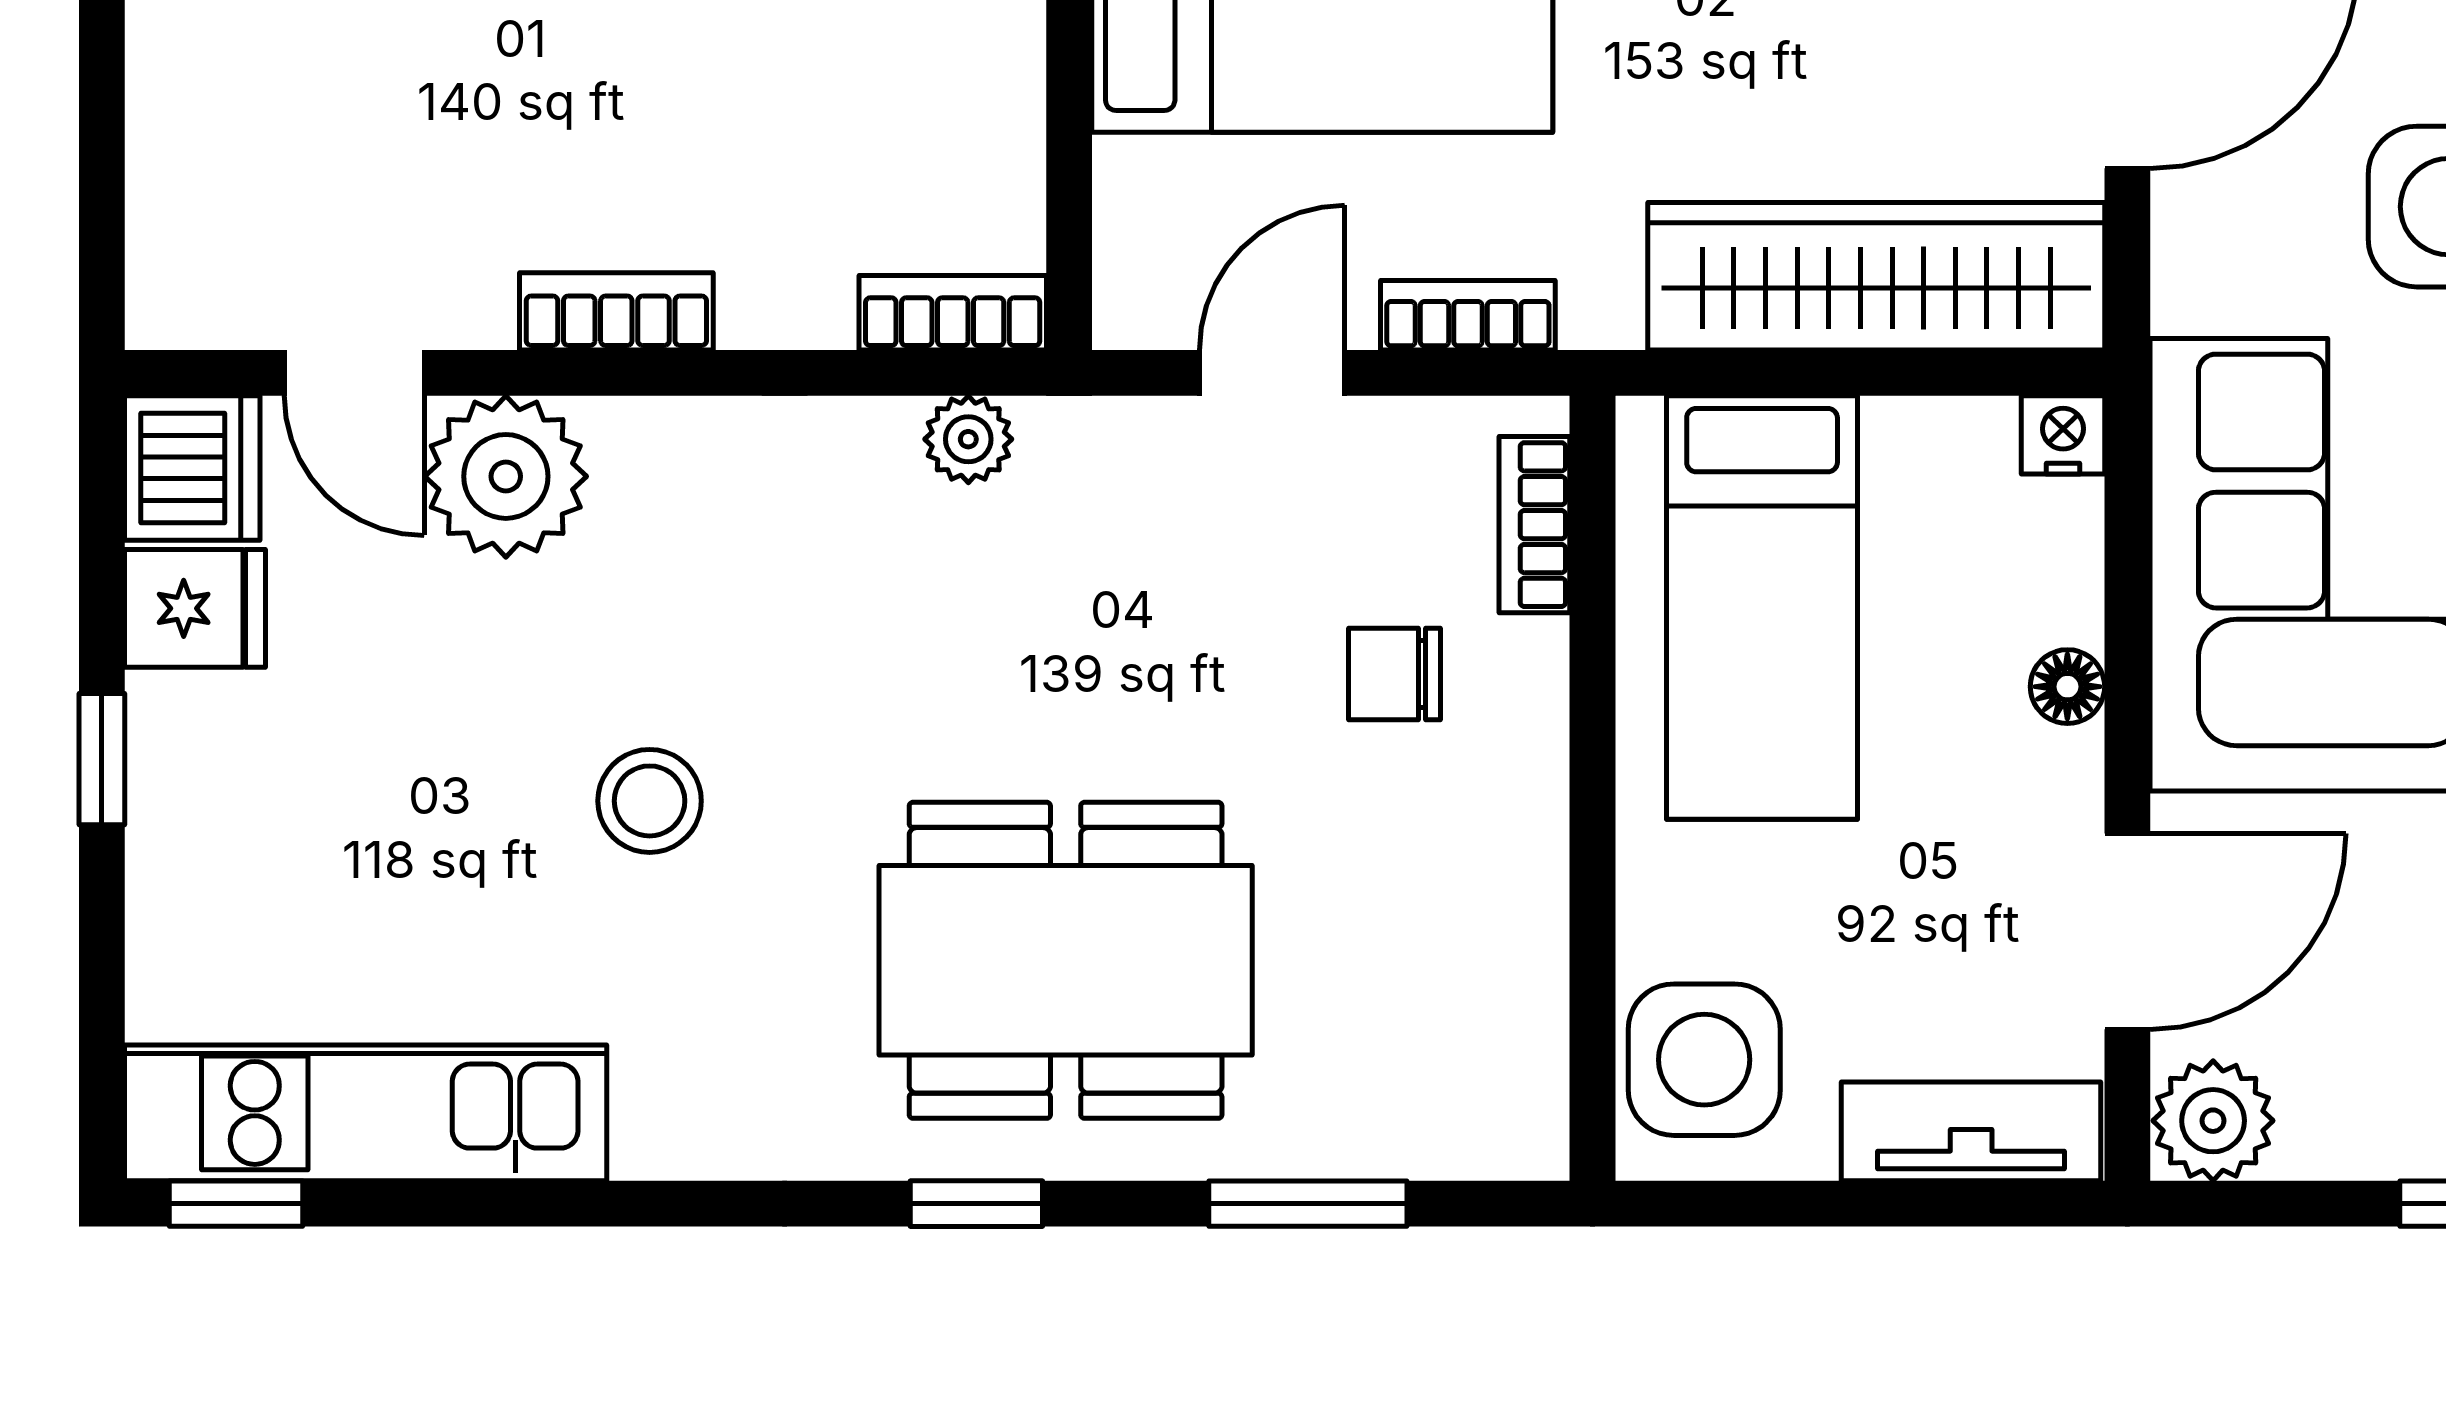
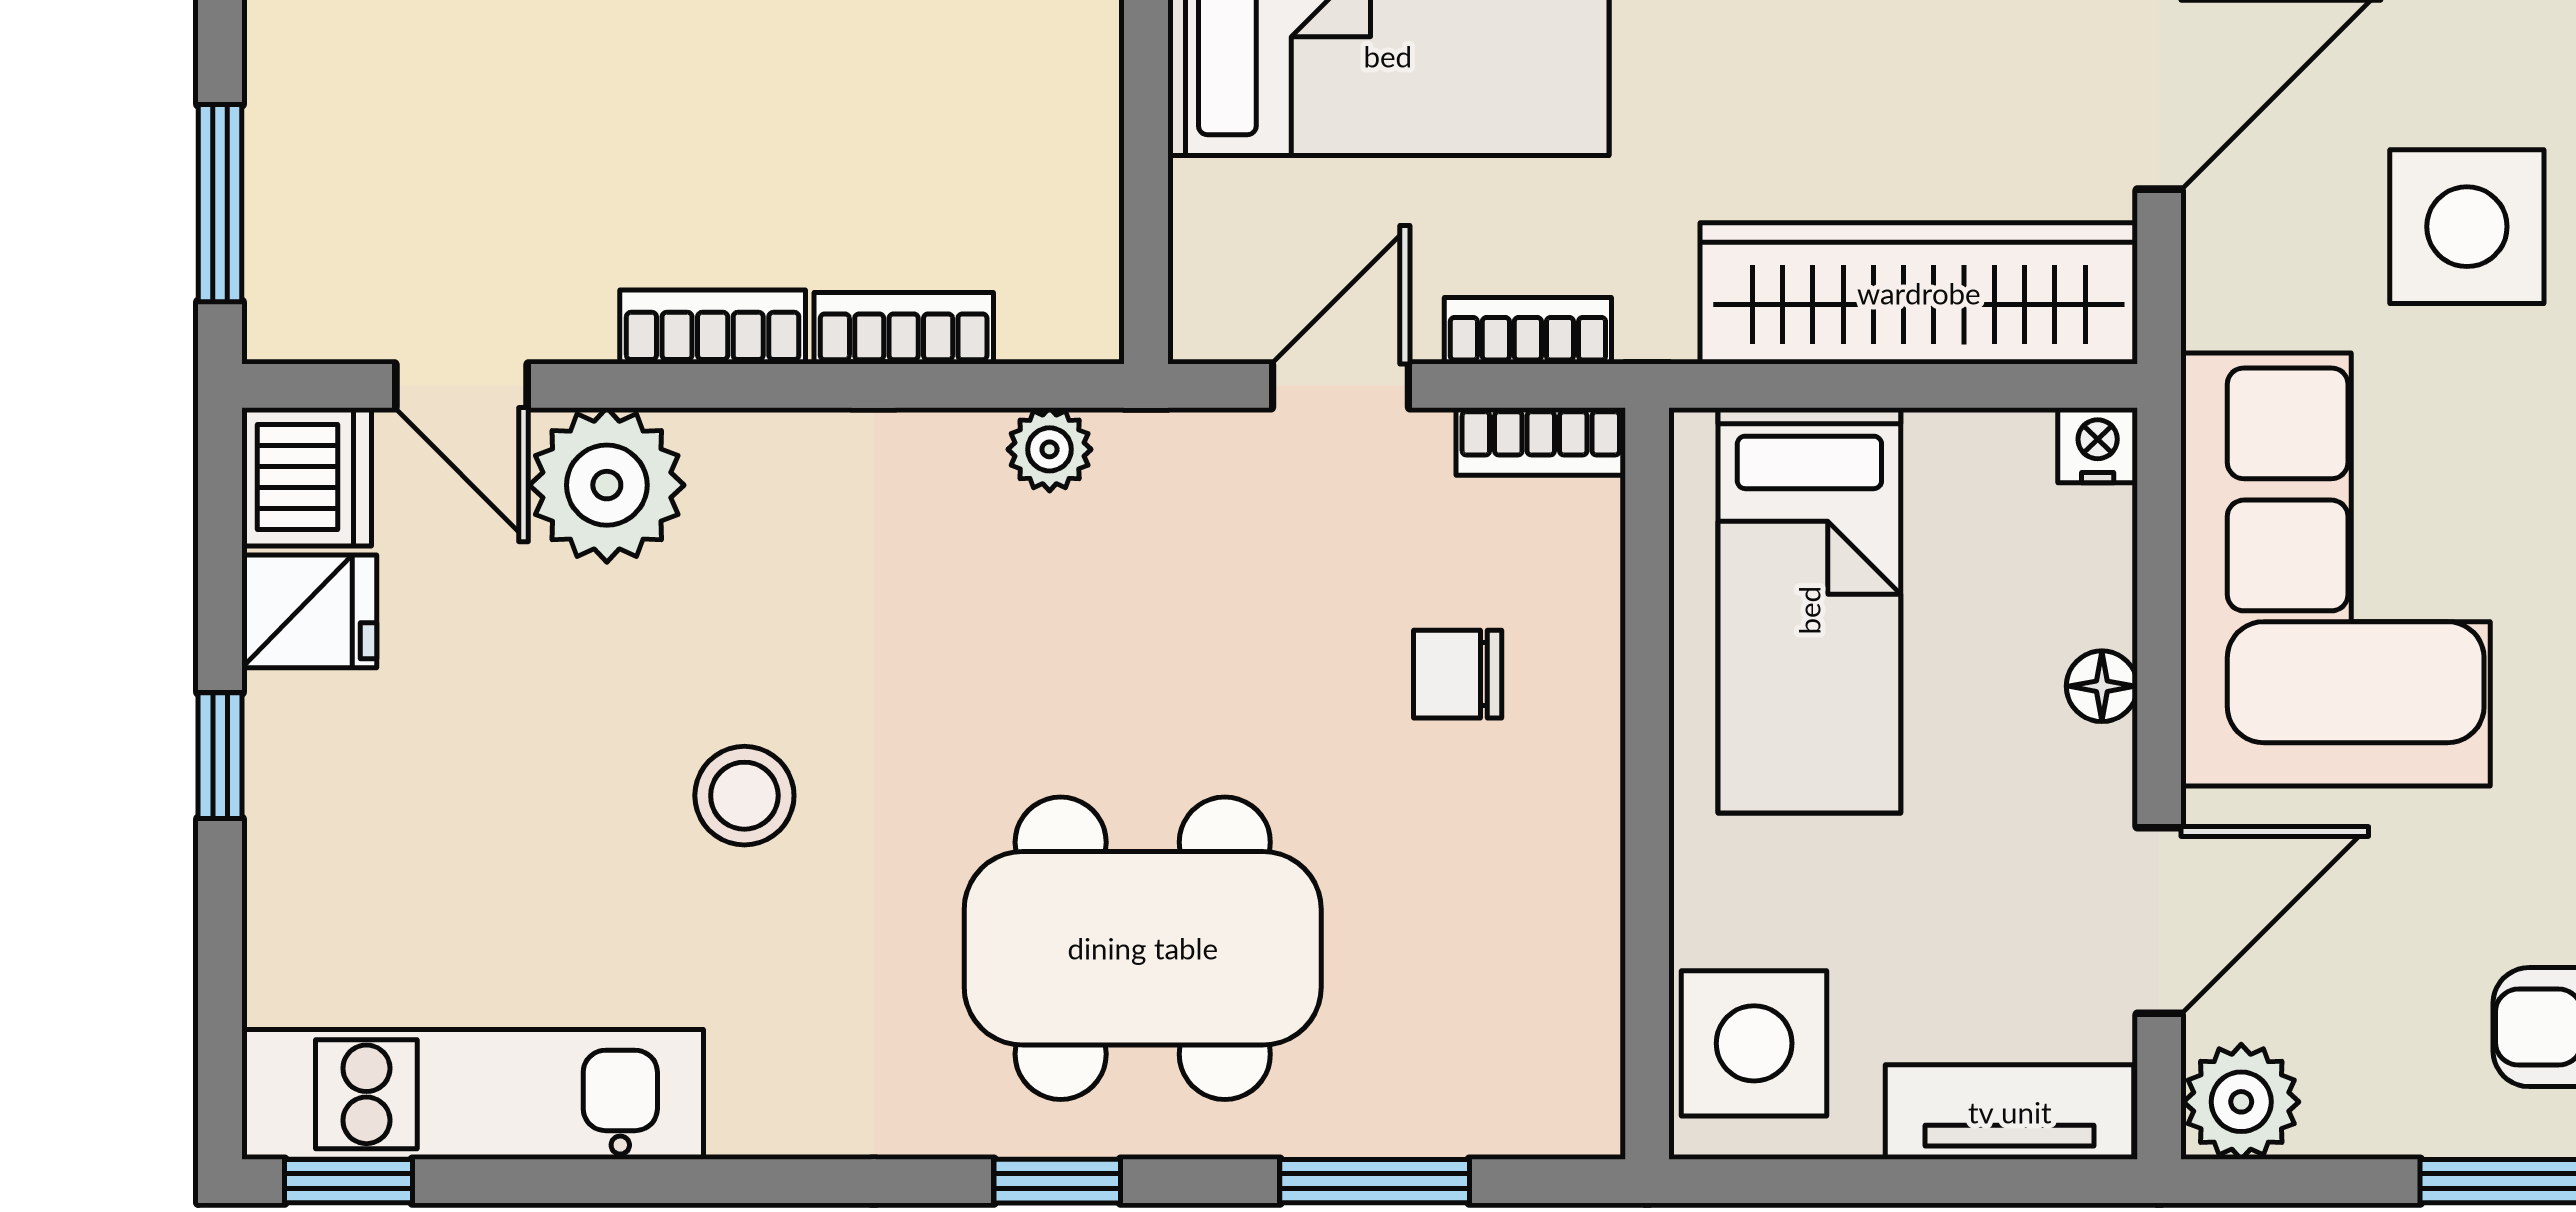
window: (102, 182) -> (220, 203), added
bookcase: (953, 313) -> (904, 328), moved
bookcase: (1534, 525) -> (1541, 442), moved, turned -90

